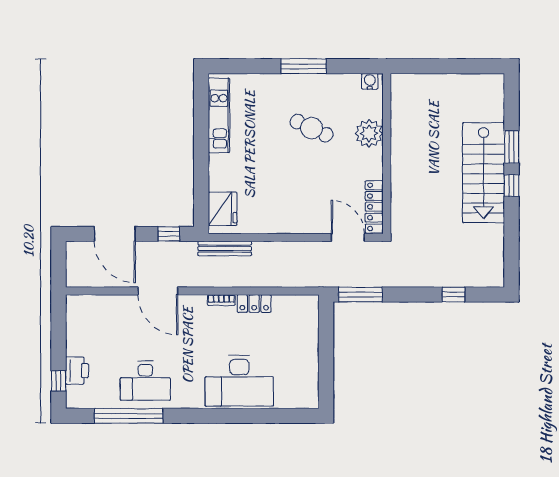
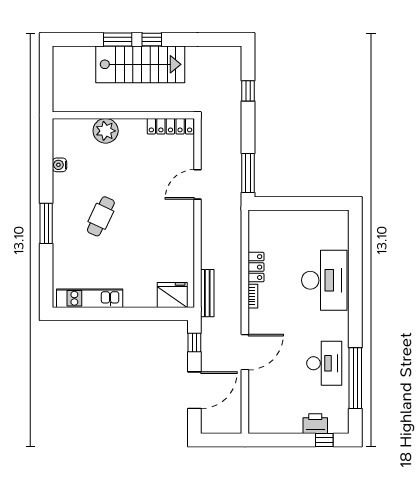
plant: (369, 133) -> (106, 131), moved
wall: (387, 154) -> (123, 115), moved
locker: (374, 207) -> (170, 126), moved

